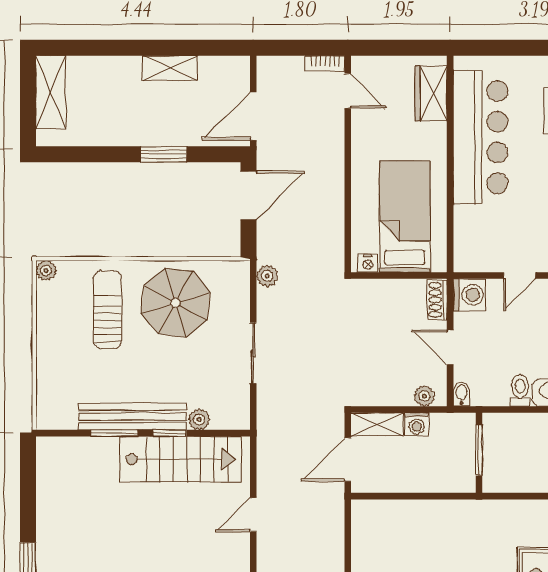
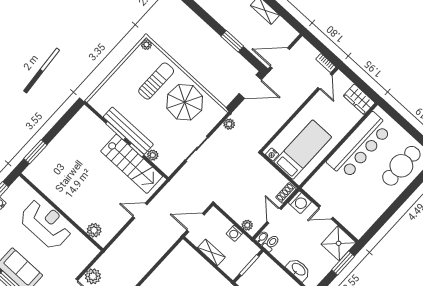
wardrobe: (431, 94) -> (359, 99), moved, turned -90
toilet: (520, 390) -> (271, 243), moved
shelving: (377, 424) -> (211, 252), moved

